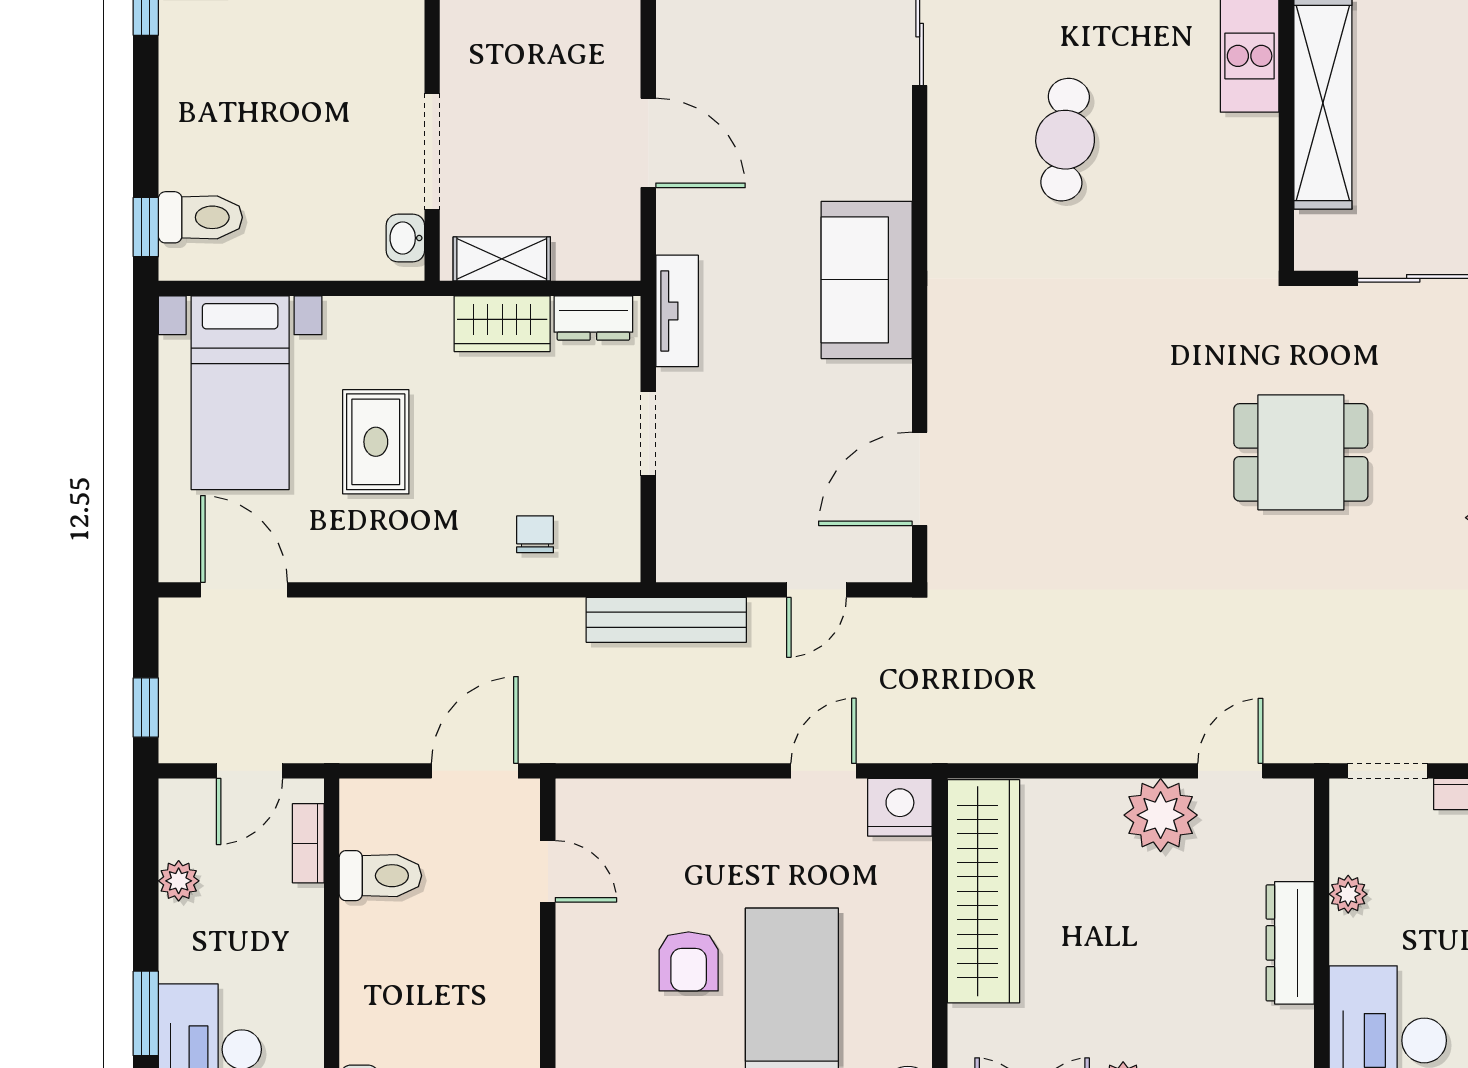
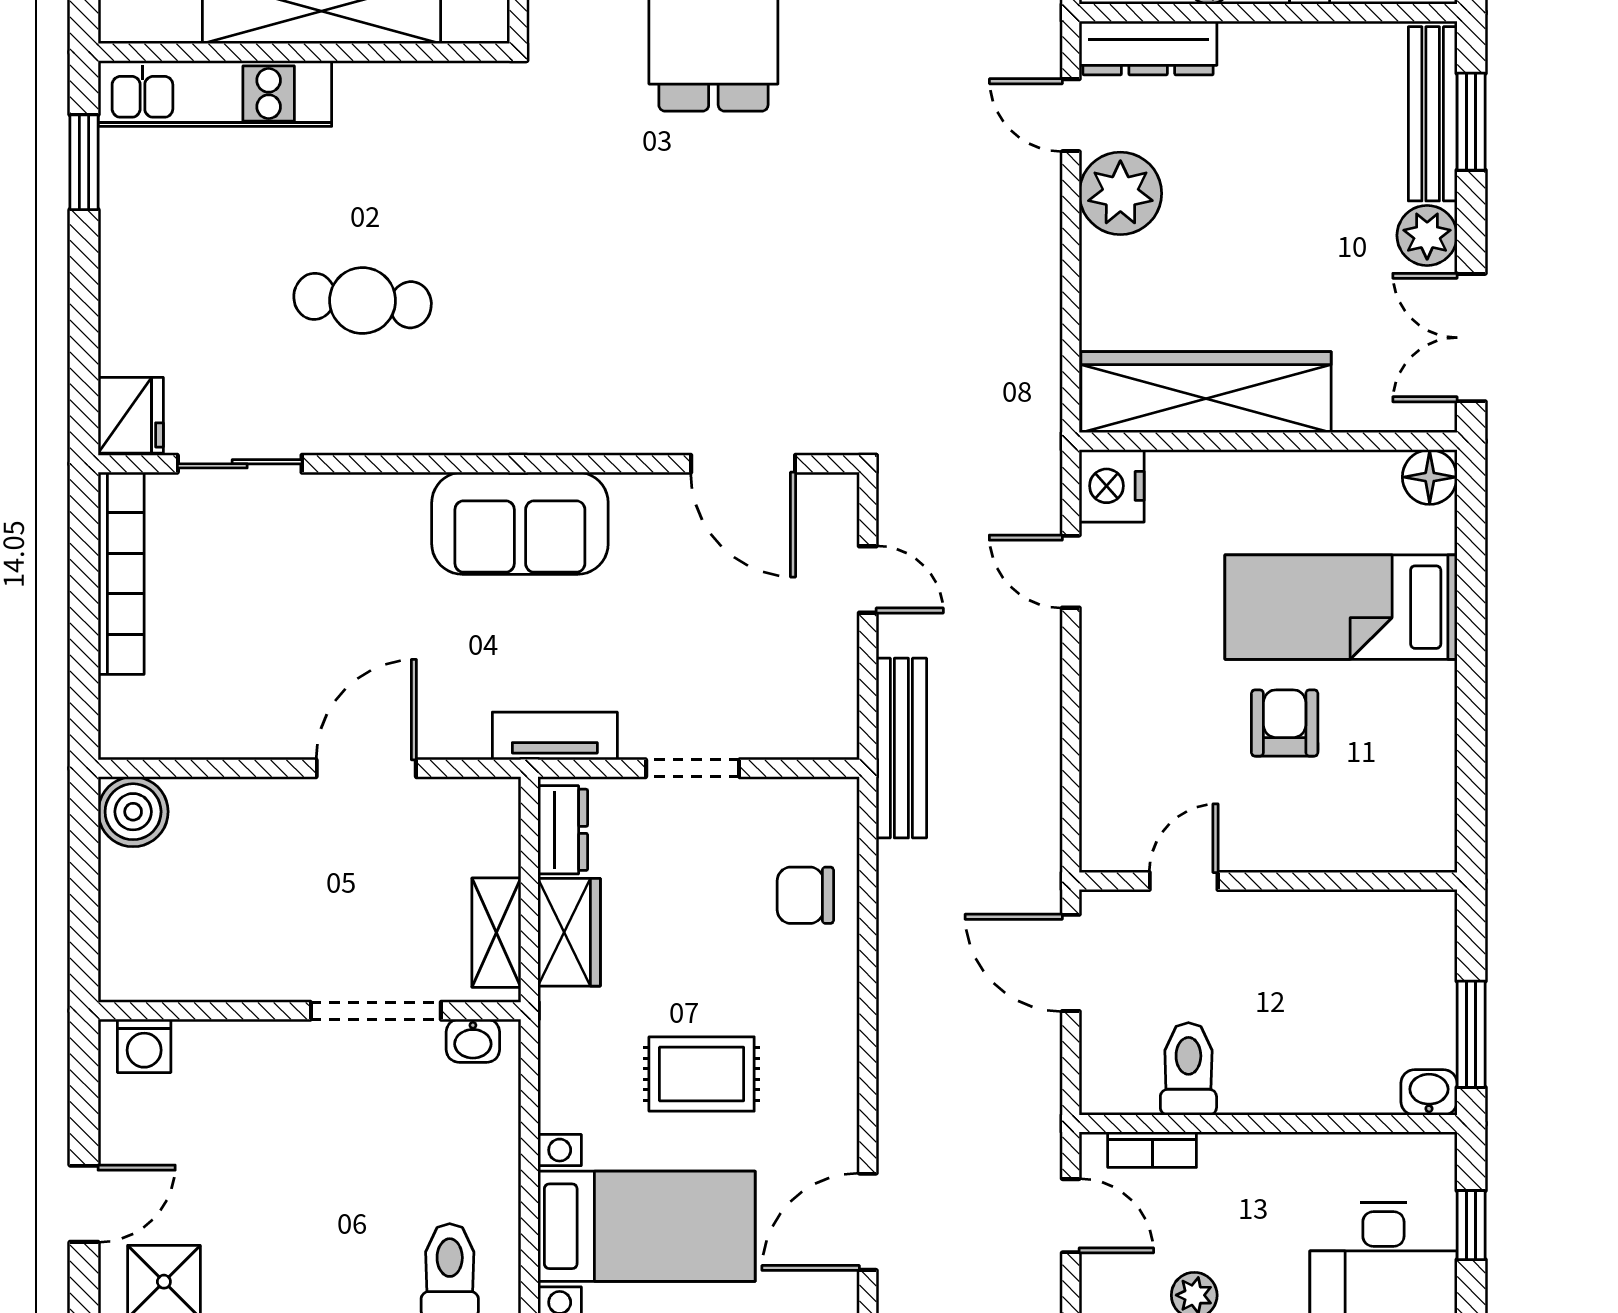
chair: (535, 534) -> (805, 895), width x1.37, depth x1.37
dresser: (1290, 943) -> (1148, 48), moved
armchair: (689, 961) -> (1285, 723), turned -90

